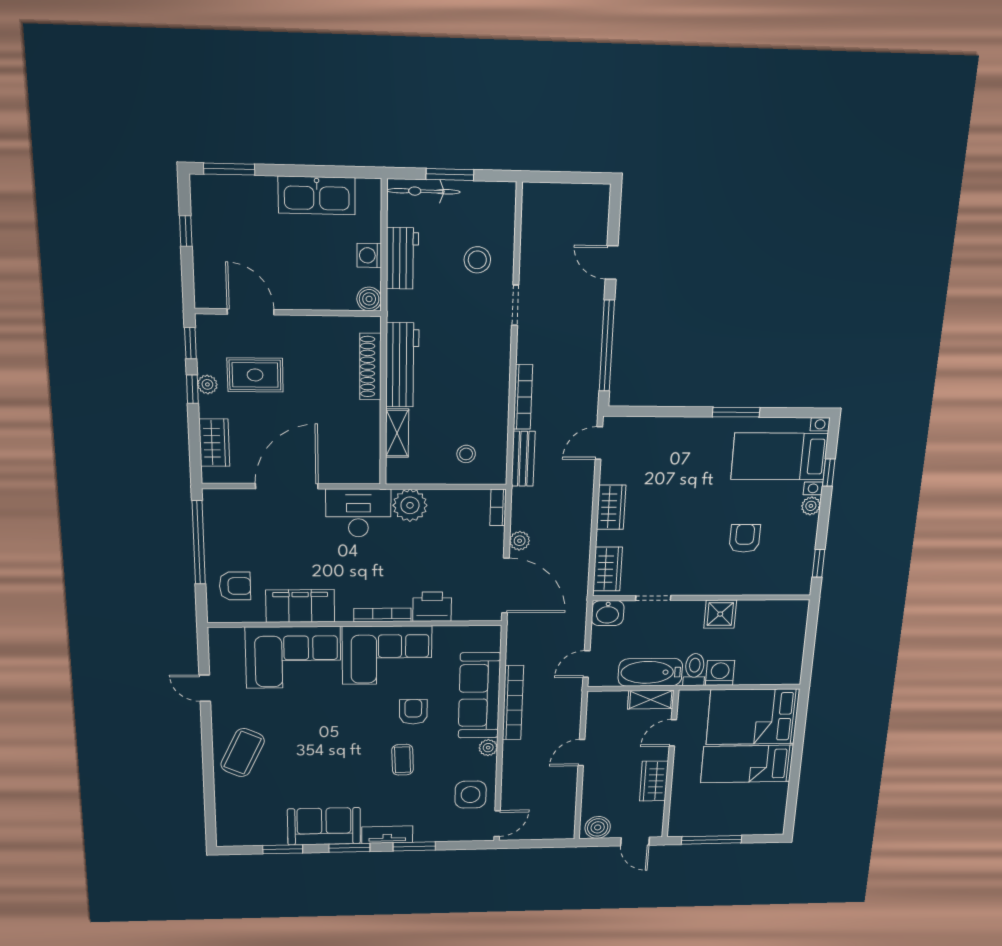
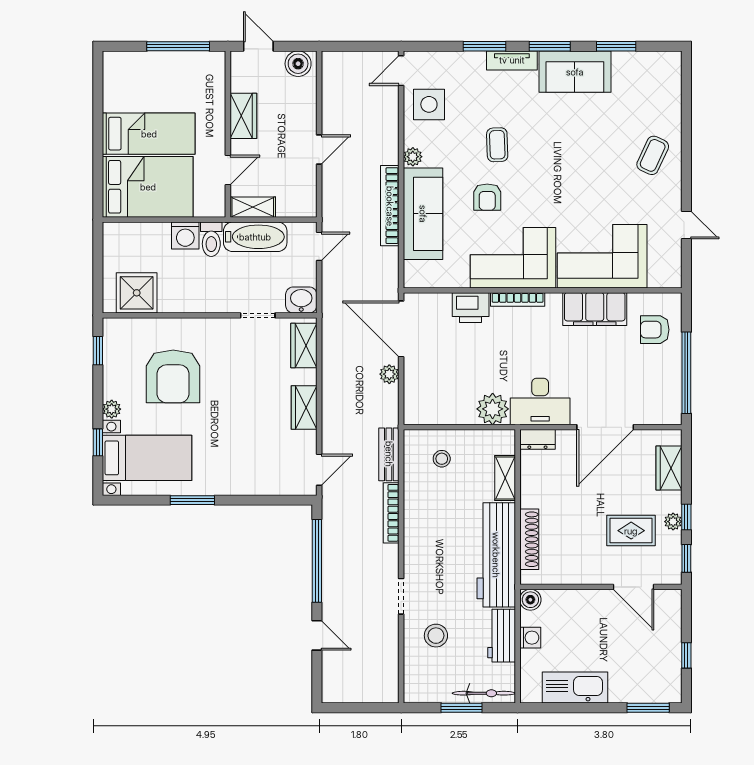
workbench: (402, 365) -> (496, 555), width x1.36, depth x1.32
dresser: (361, 474) -> (537, 439), added
bookcase: (498, 507) -> (411, 407), removed
armchair: (745, 538) -> (173, 376), width x1.88, depth x1.88
shower: (720, 614) -> (137, 293), moved, width x1.36, depth x1.36
coffee table: (243, 753) -> (653, 155), width x0.73, depth x0.77

